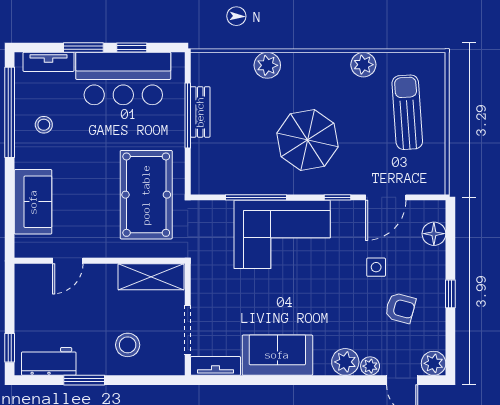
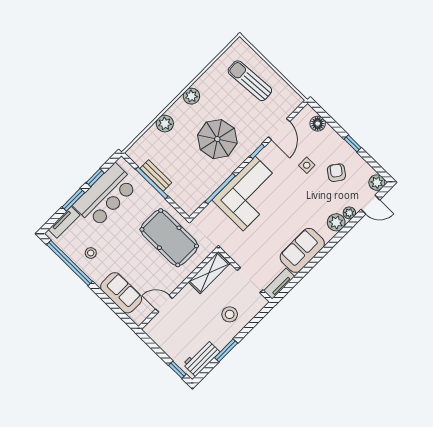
plant: (363, 65) -> (191, 96), moved
door: (68, 261) -> (164, 304), swing flipped
armchair: (400, 308) -> (336, 173), turned -69

